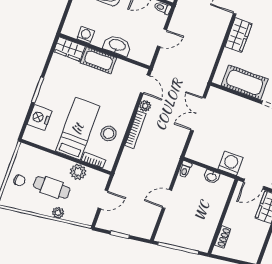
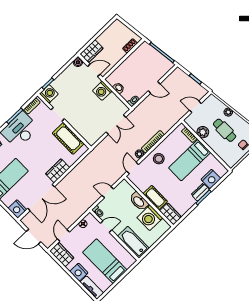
washing machine: (85, 35) -> (150, 218), width x1.89, depth x1.89
dresser: (45, 94) -> (200, 192), added
double door: (198, 114) -> (116, 125), moved
stool: (108, 133) -> (159, 159), moved

